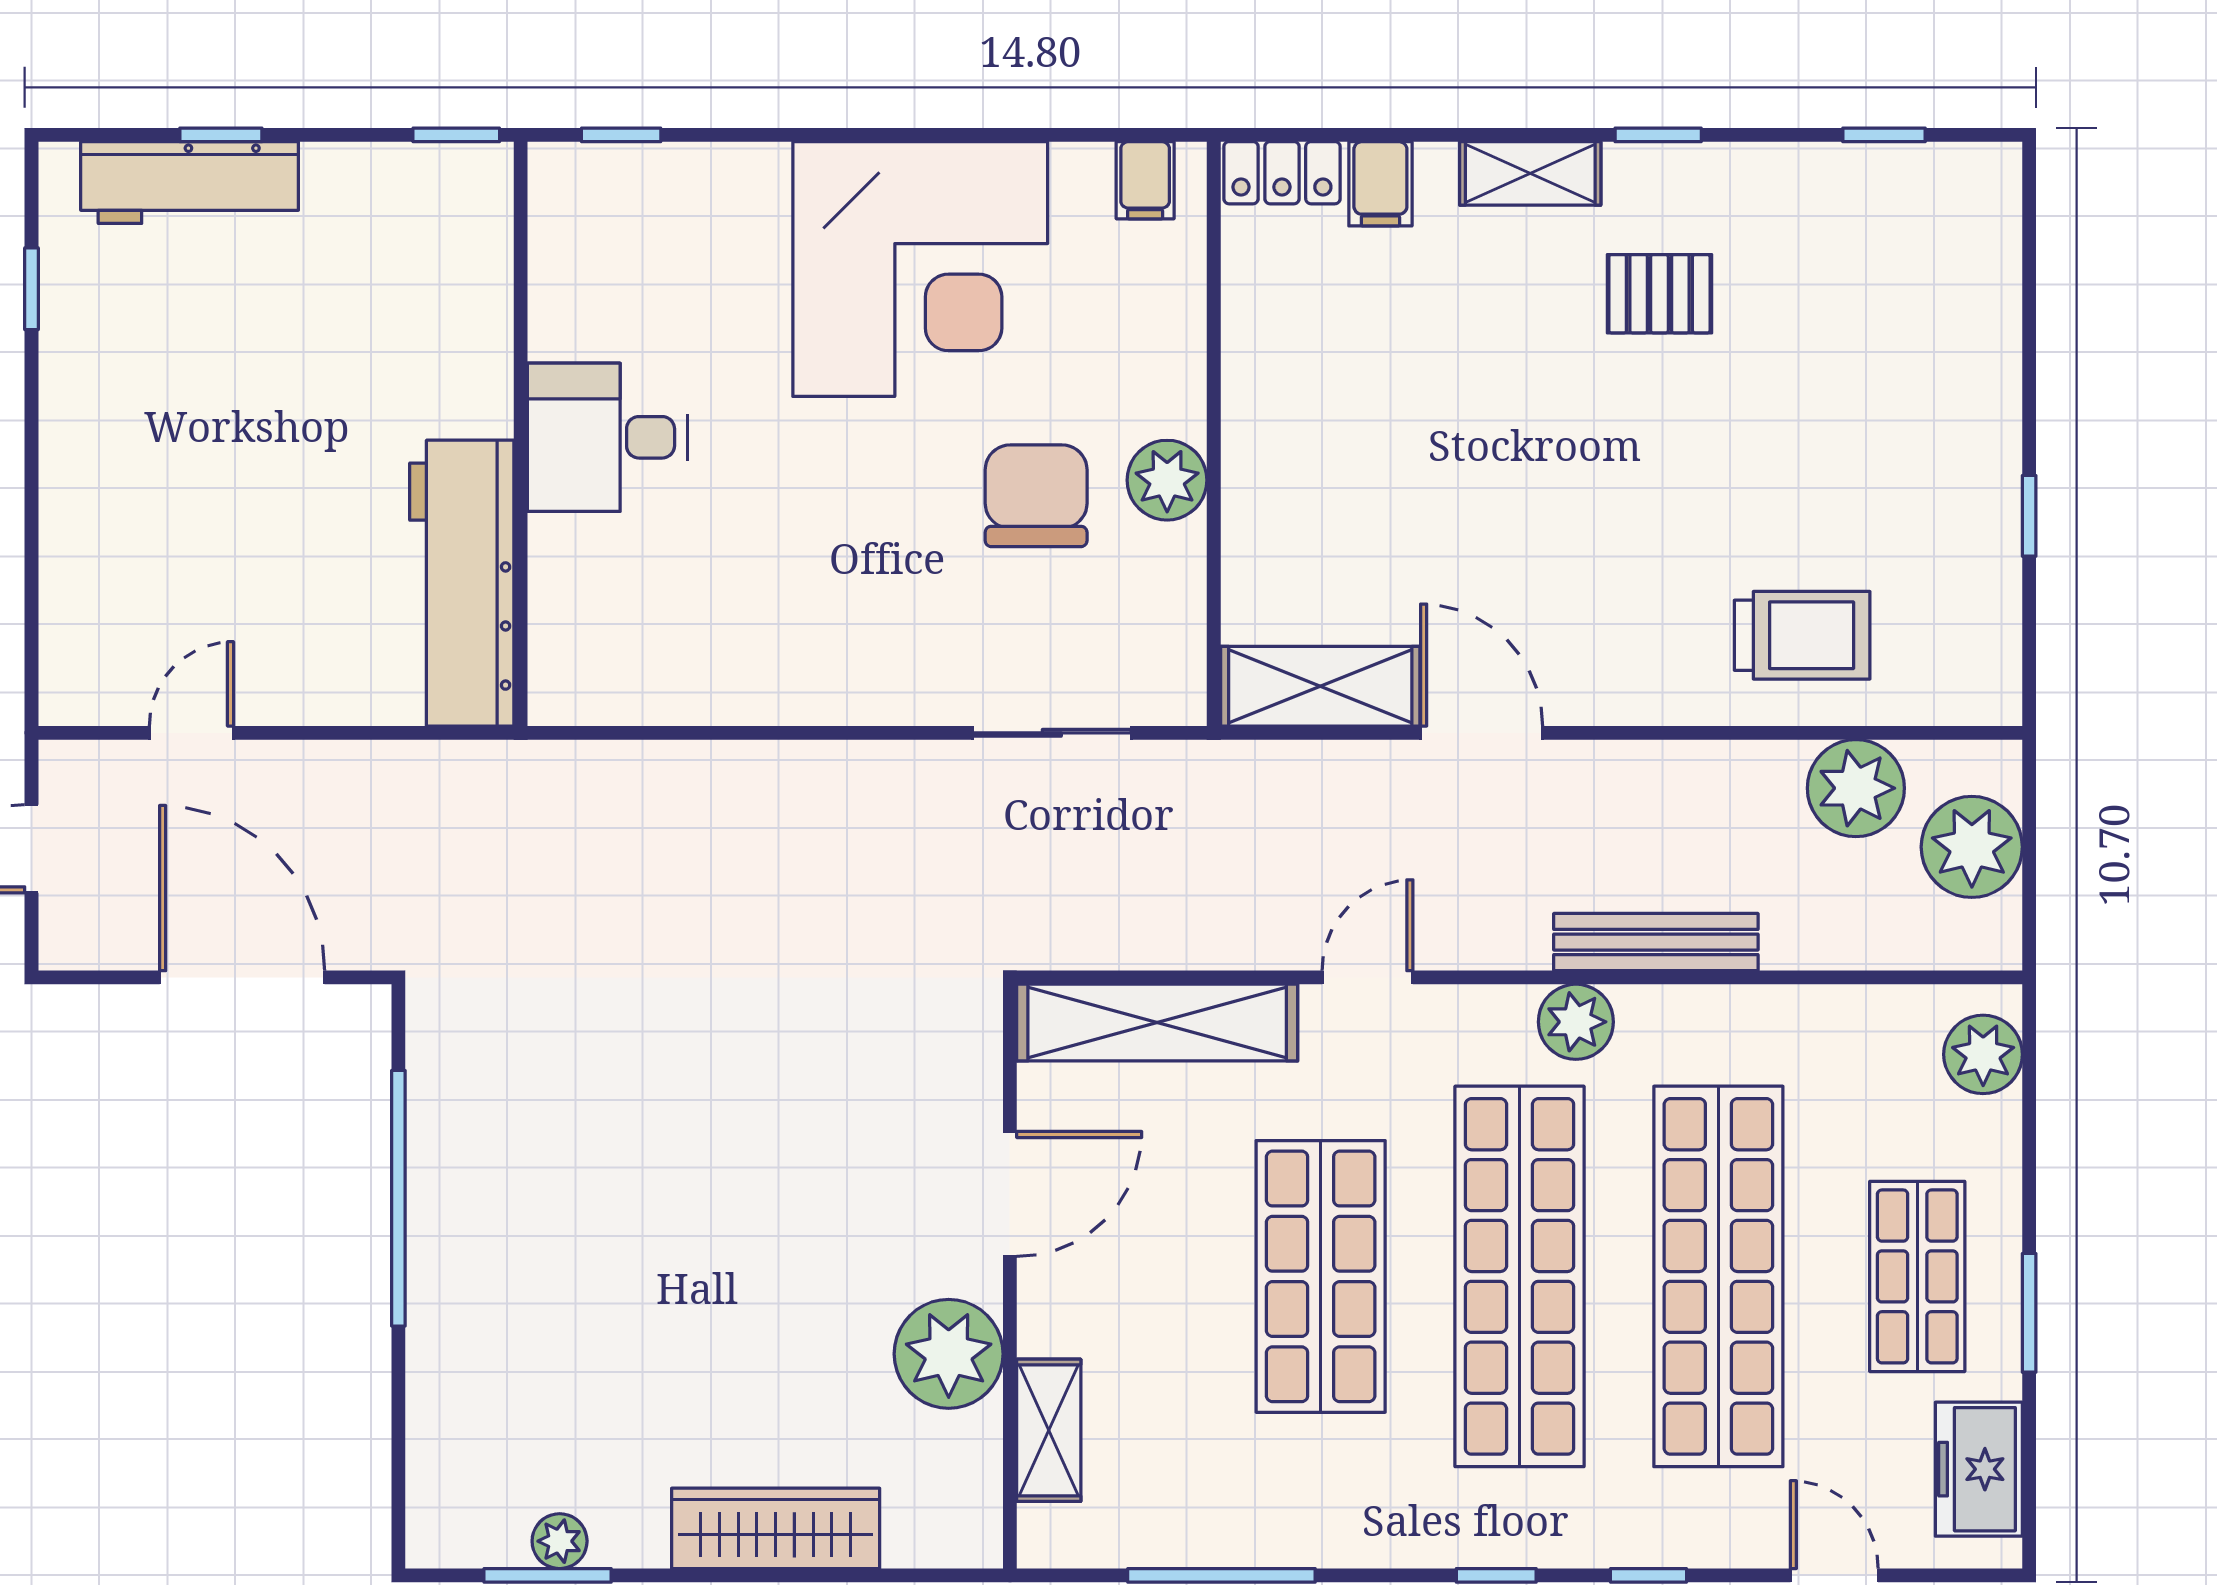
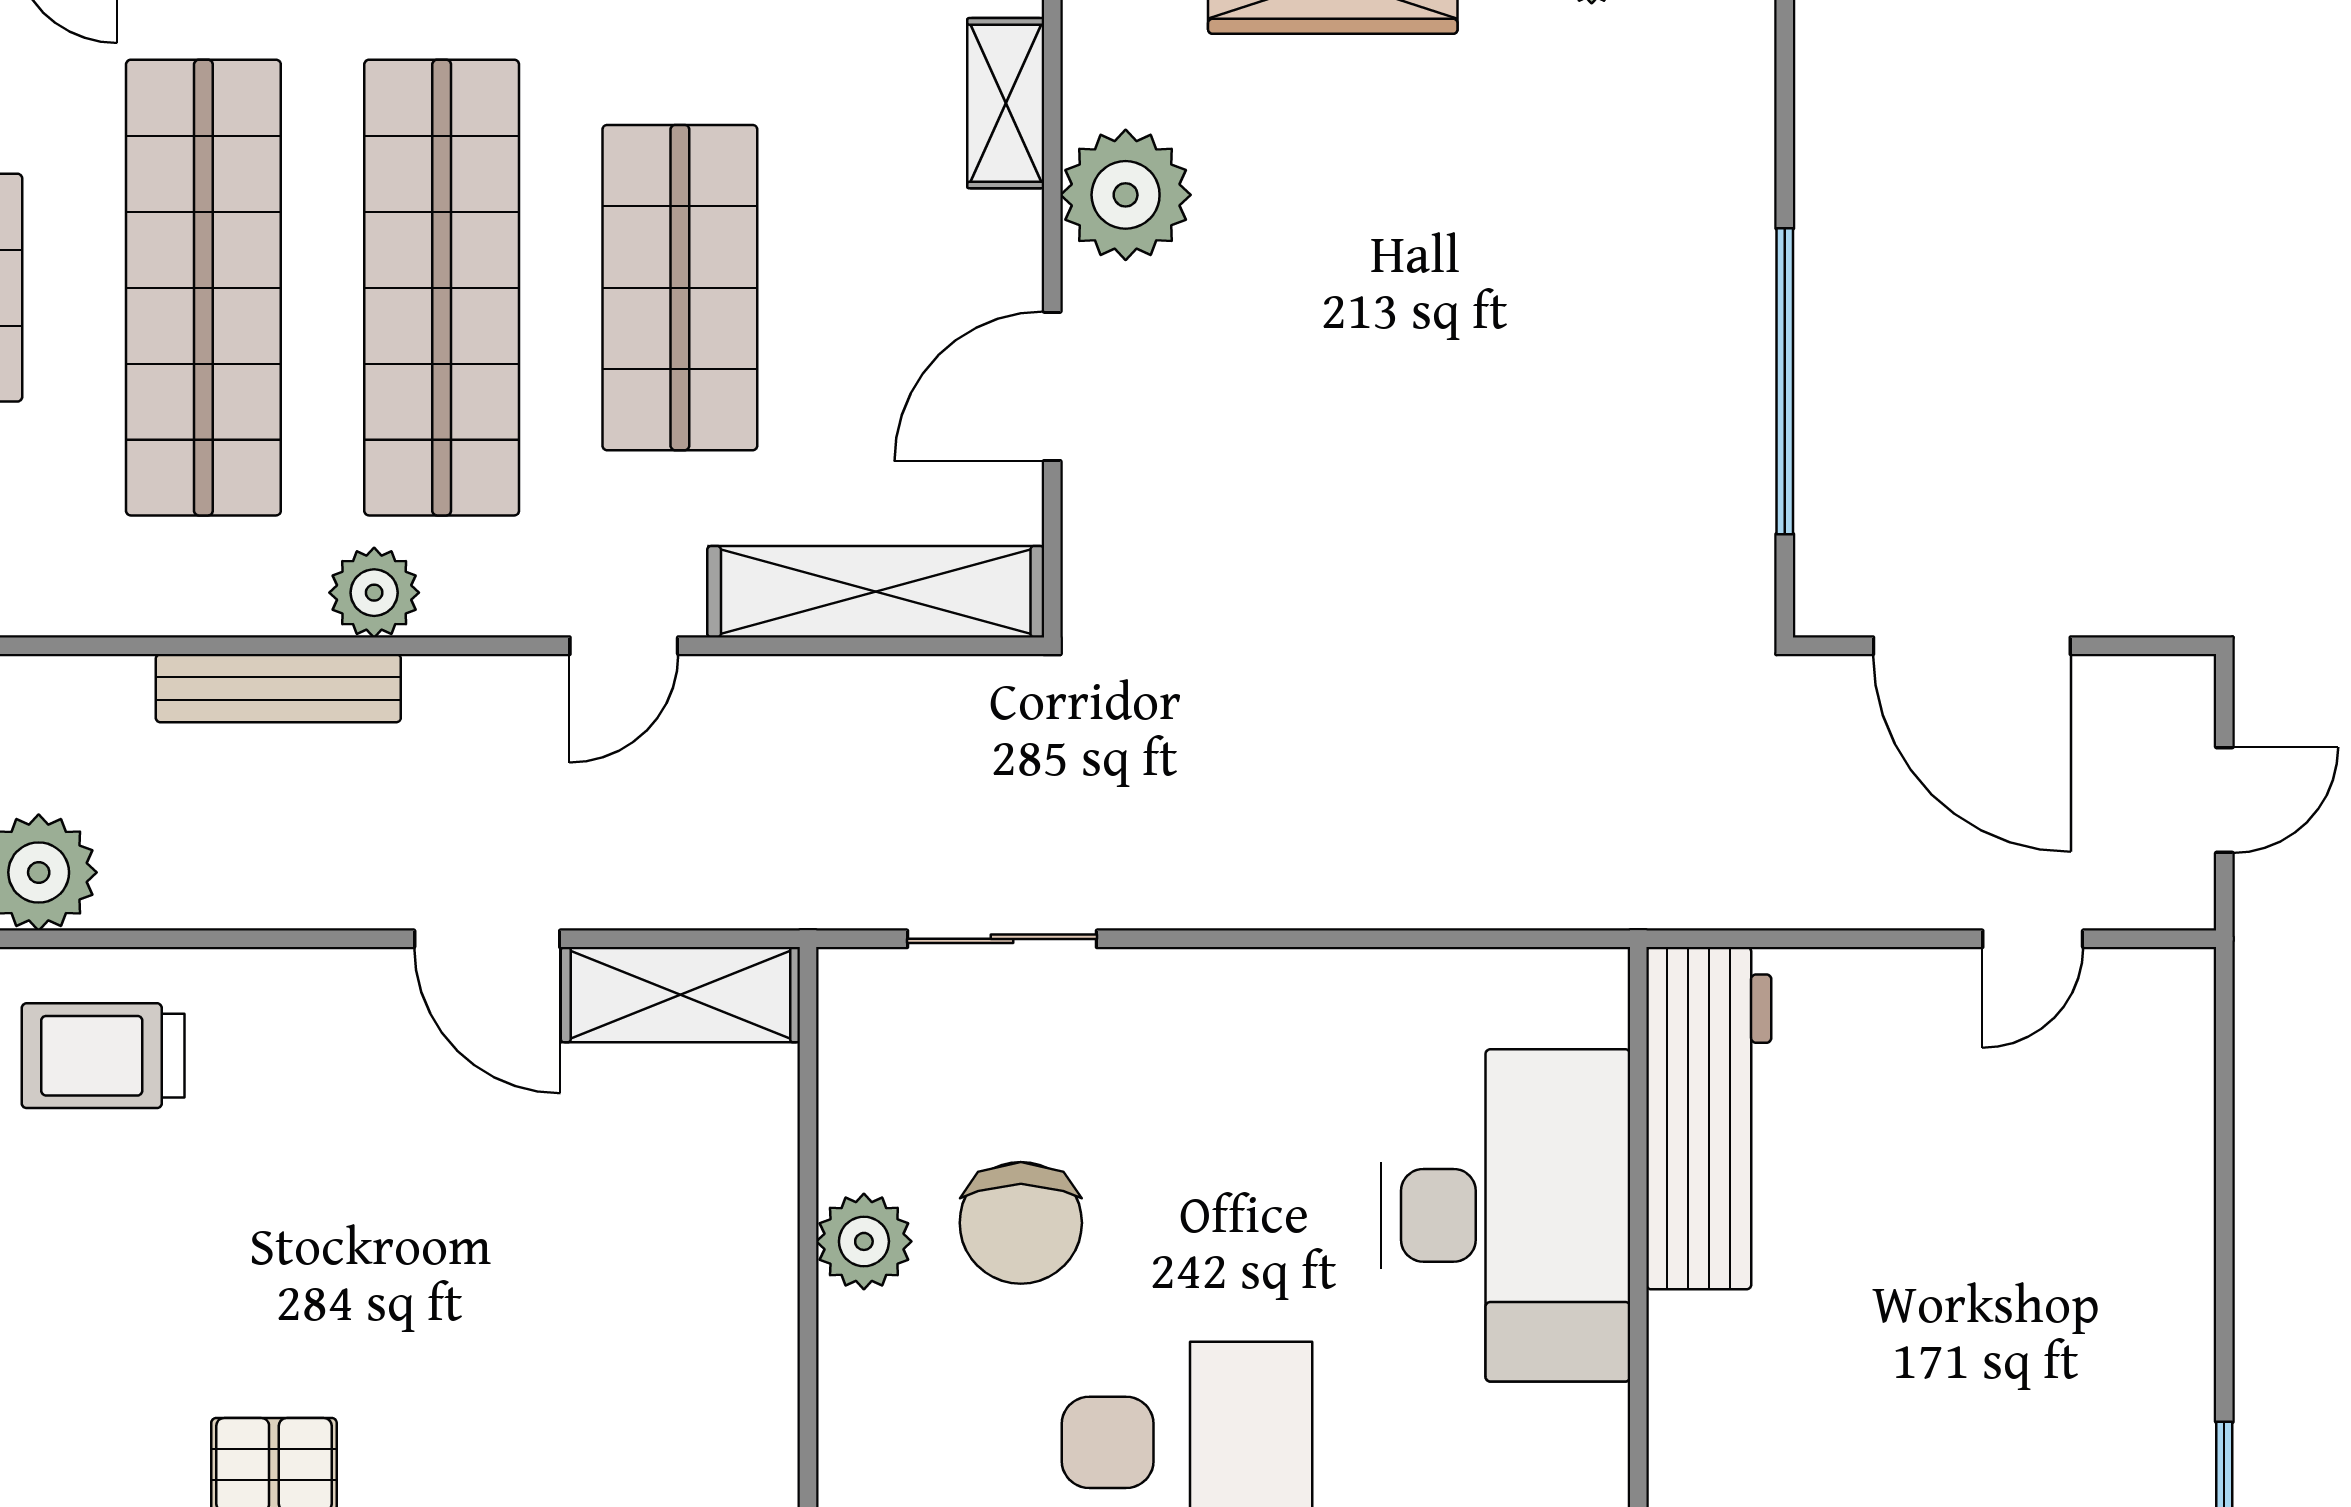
desk: (607, 437) -> (1506, 1215), width x1.87, depth x1.30

